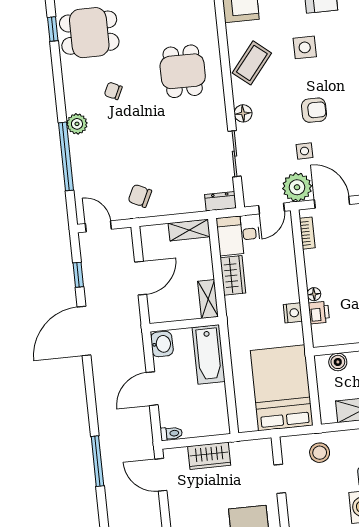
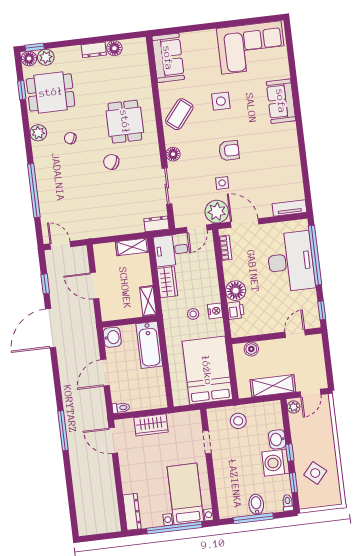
plant: (77, 124) -> (38, 133), moved
chair: (140, 196) -> (111, 162), moved
door: (141, 278) -> (95, 286), swing flipped
floor lamp: (314, 294) -> (236, 291), width x1.89, depth x1.89
stool: (265, 316) -> (193, 314), added

